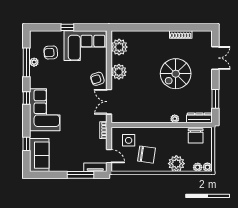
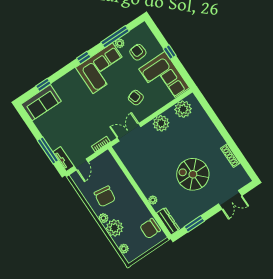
armchair: (97, 79) -> (136, 98), moved
corner sofa: (45, 110) -> (103, 68), moved
side table: (129, 140) -> (107, 172), removed
plant: (207, 167) -> (103, 218), moved

